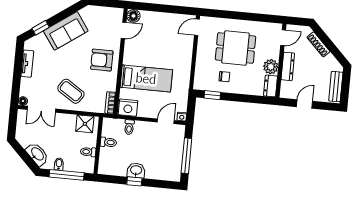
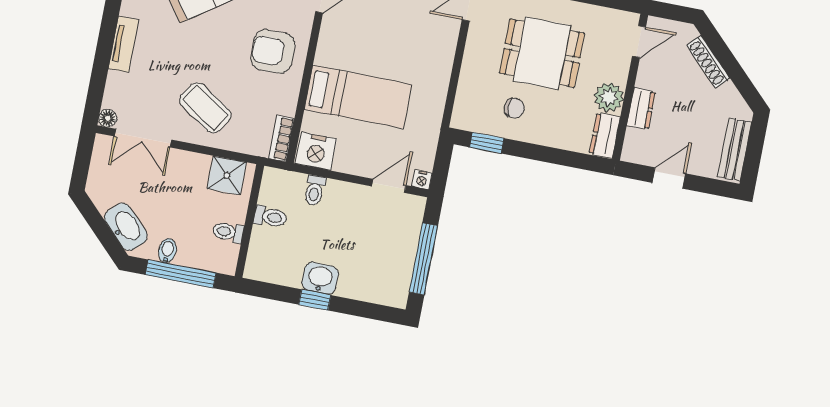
dresser: (288, 66) -> (641, 108), width x0.70

